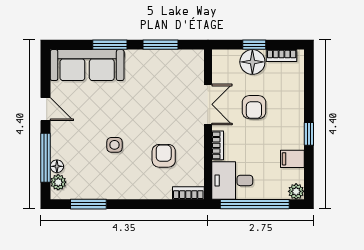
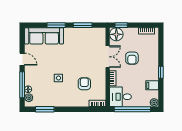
window: (254, 45) -> (121, 25), moved
floor lamp: (252, 62) -> (116, 34), moved

